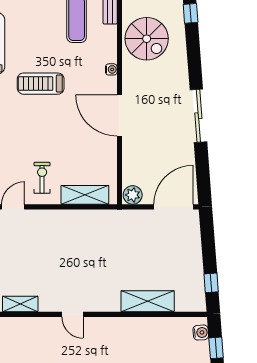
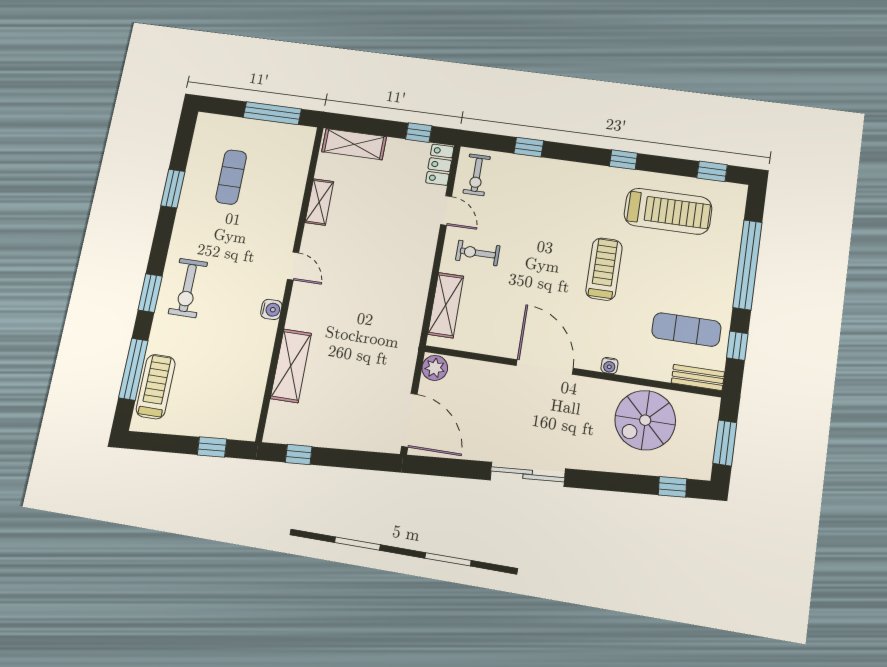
door: (119, 116) -> (545, 367), hinge flipped
exercise bike: (42, 178) -> (478, 253), turned 180
door: (72, 314) -> (293, 266), swing flipped
water cooler: (201, 333) -> (271, 309), moved, turned -86

